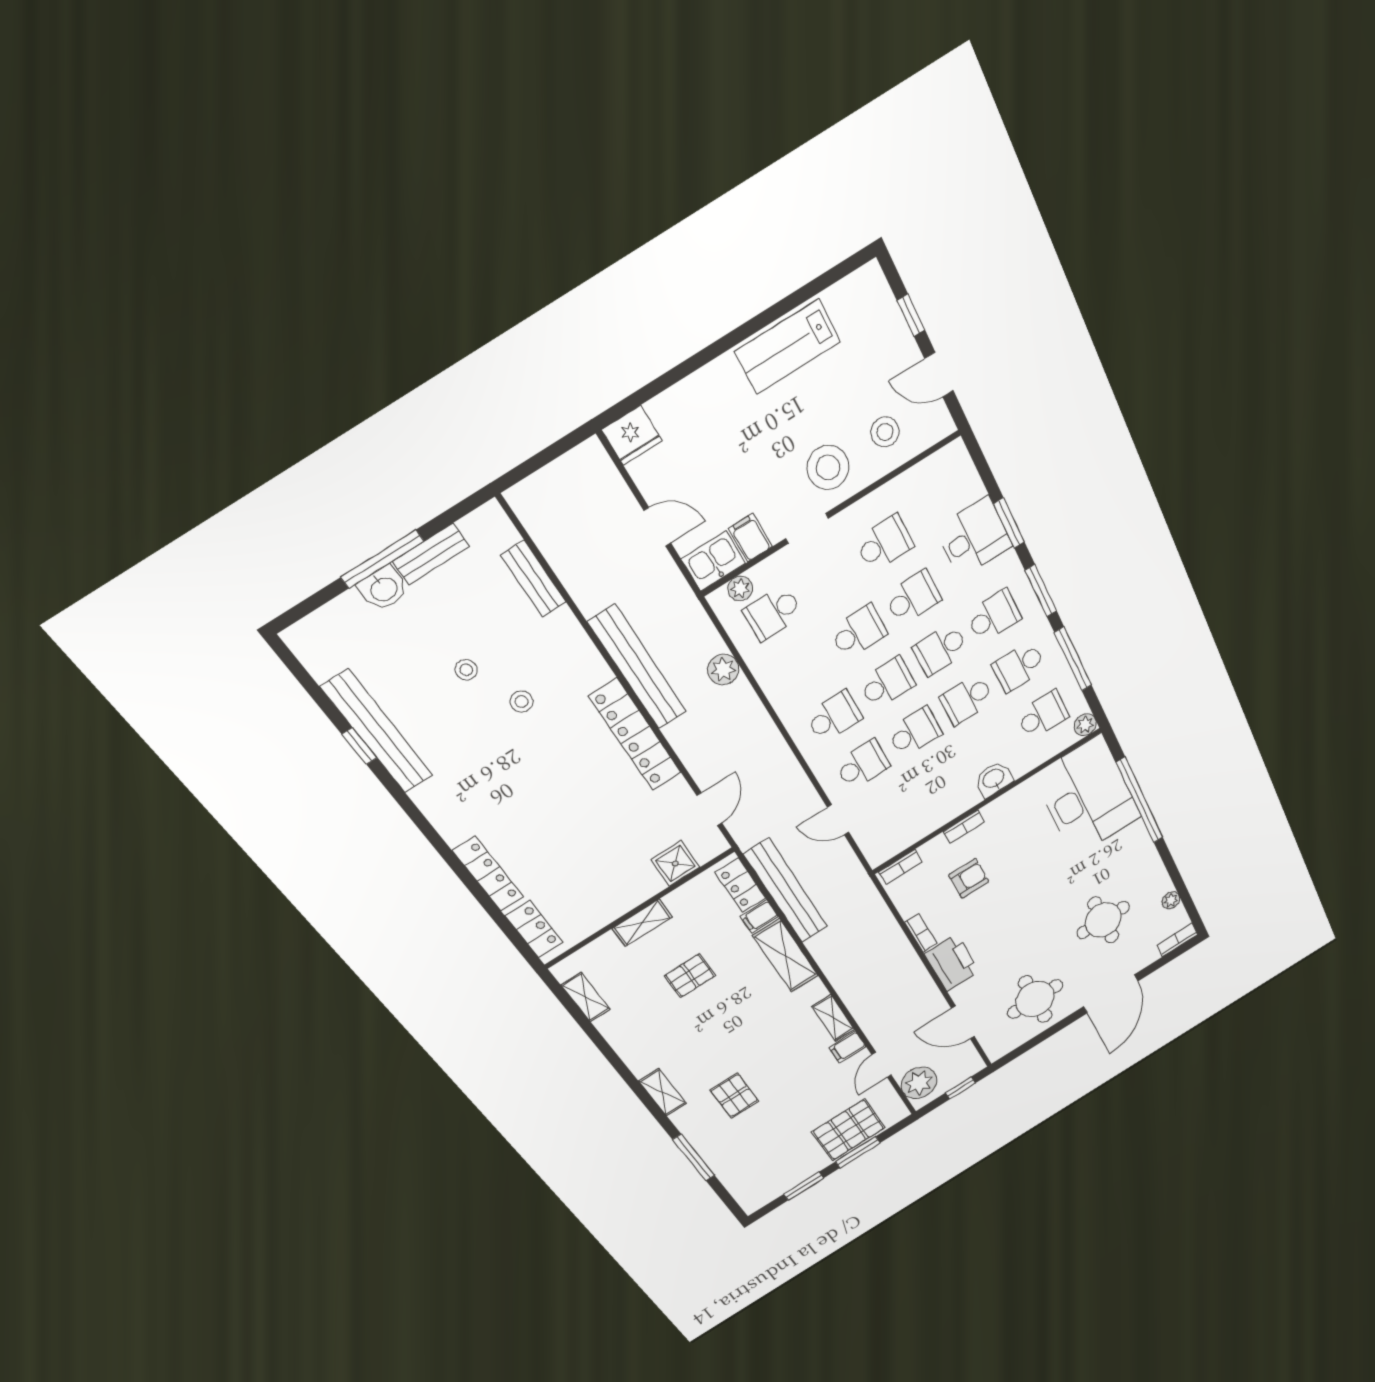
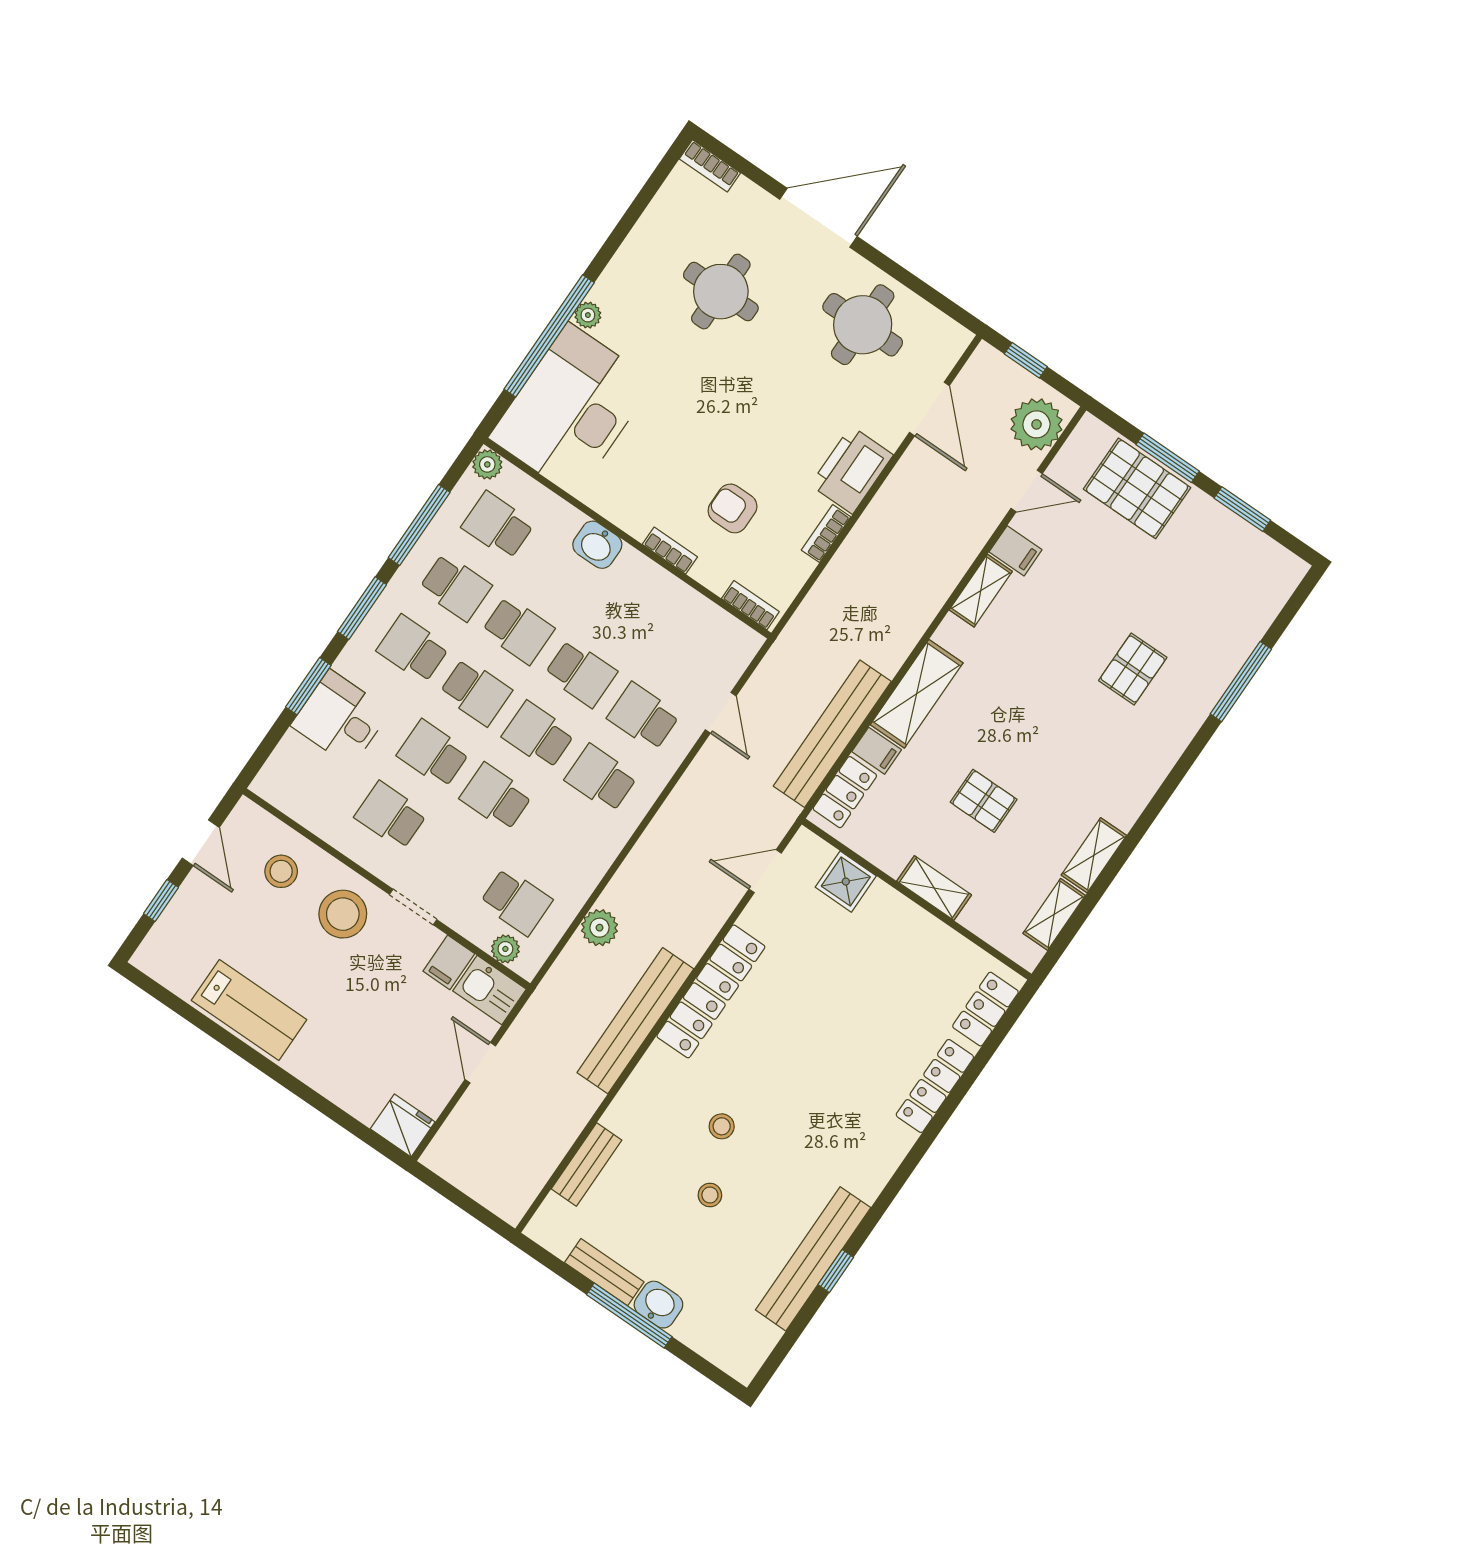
school desk: (915, 732) -> (581, 673), turned 180
plant: (1171, 900) -> (588, 315), moved
shelving: (663, 1092) -> (1094, 855), moved

